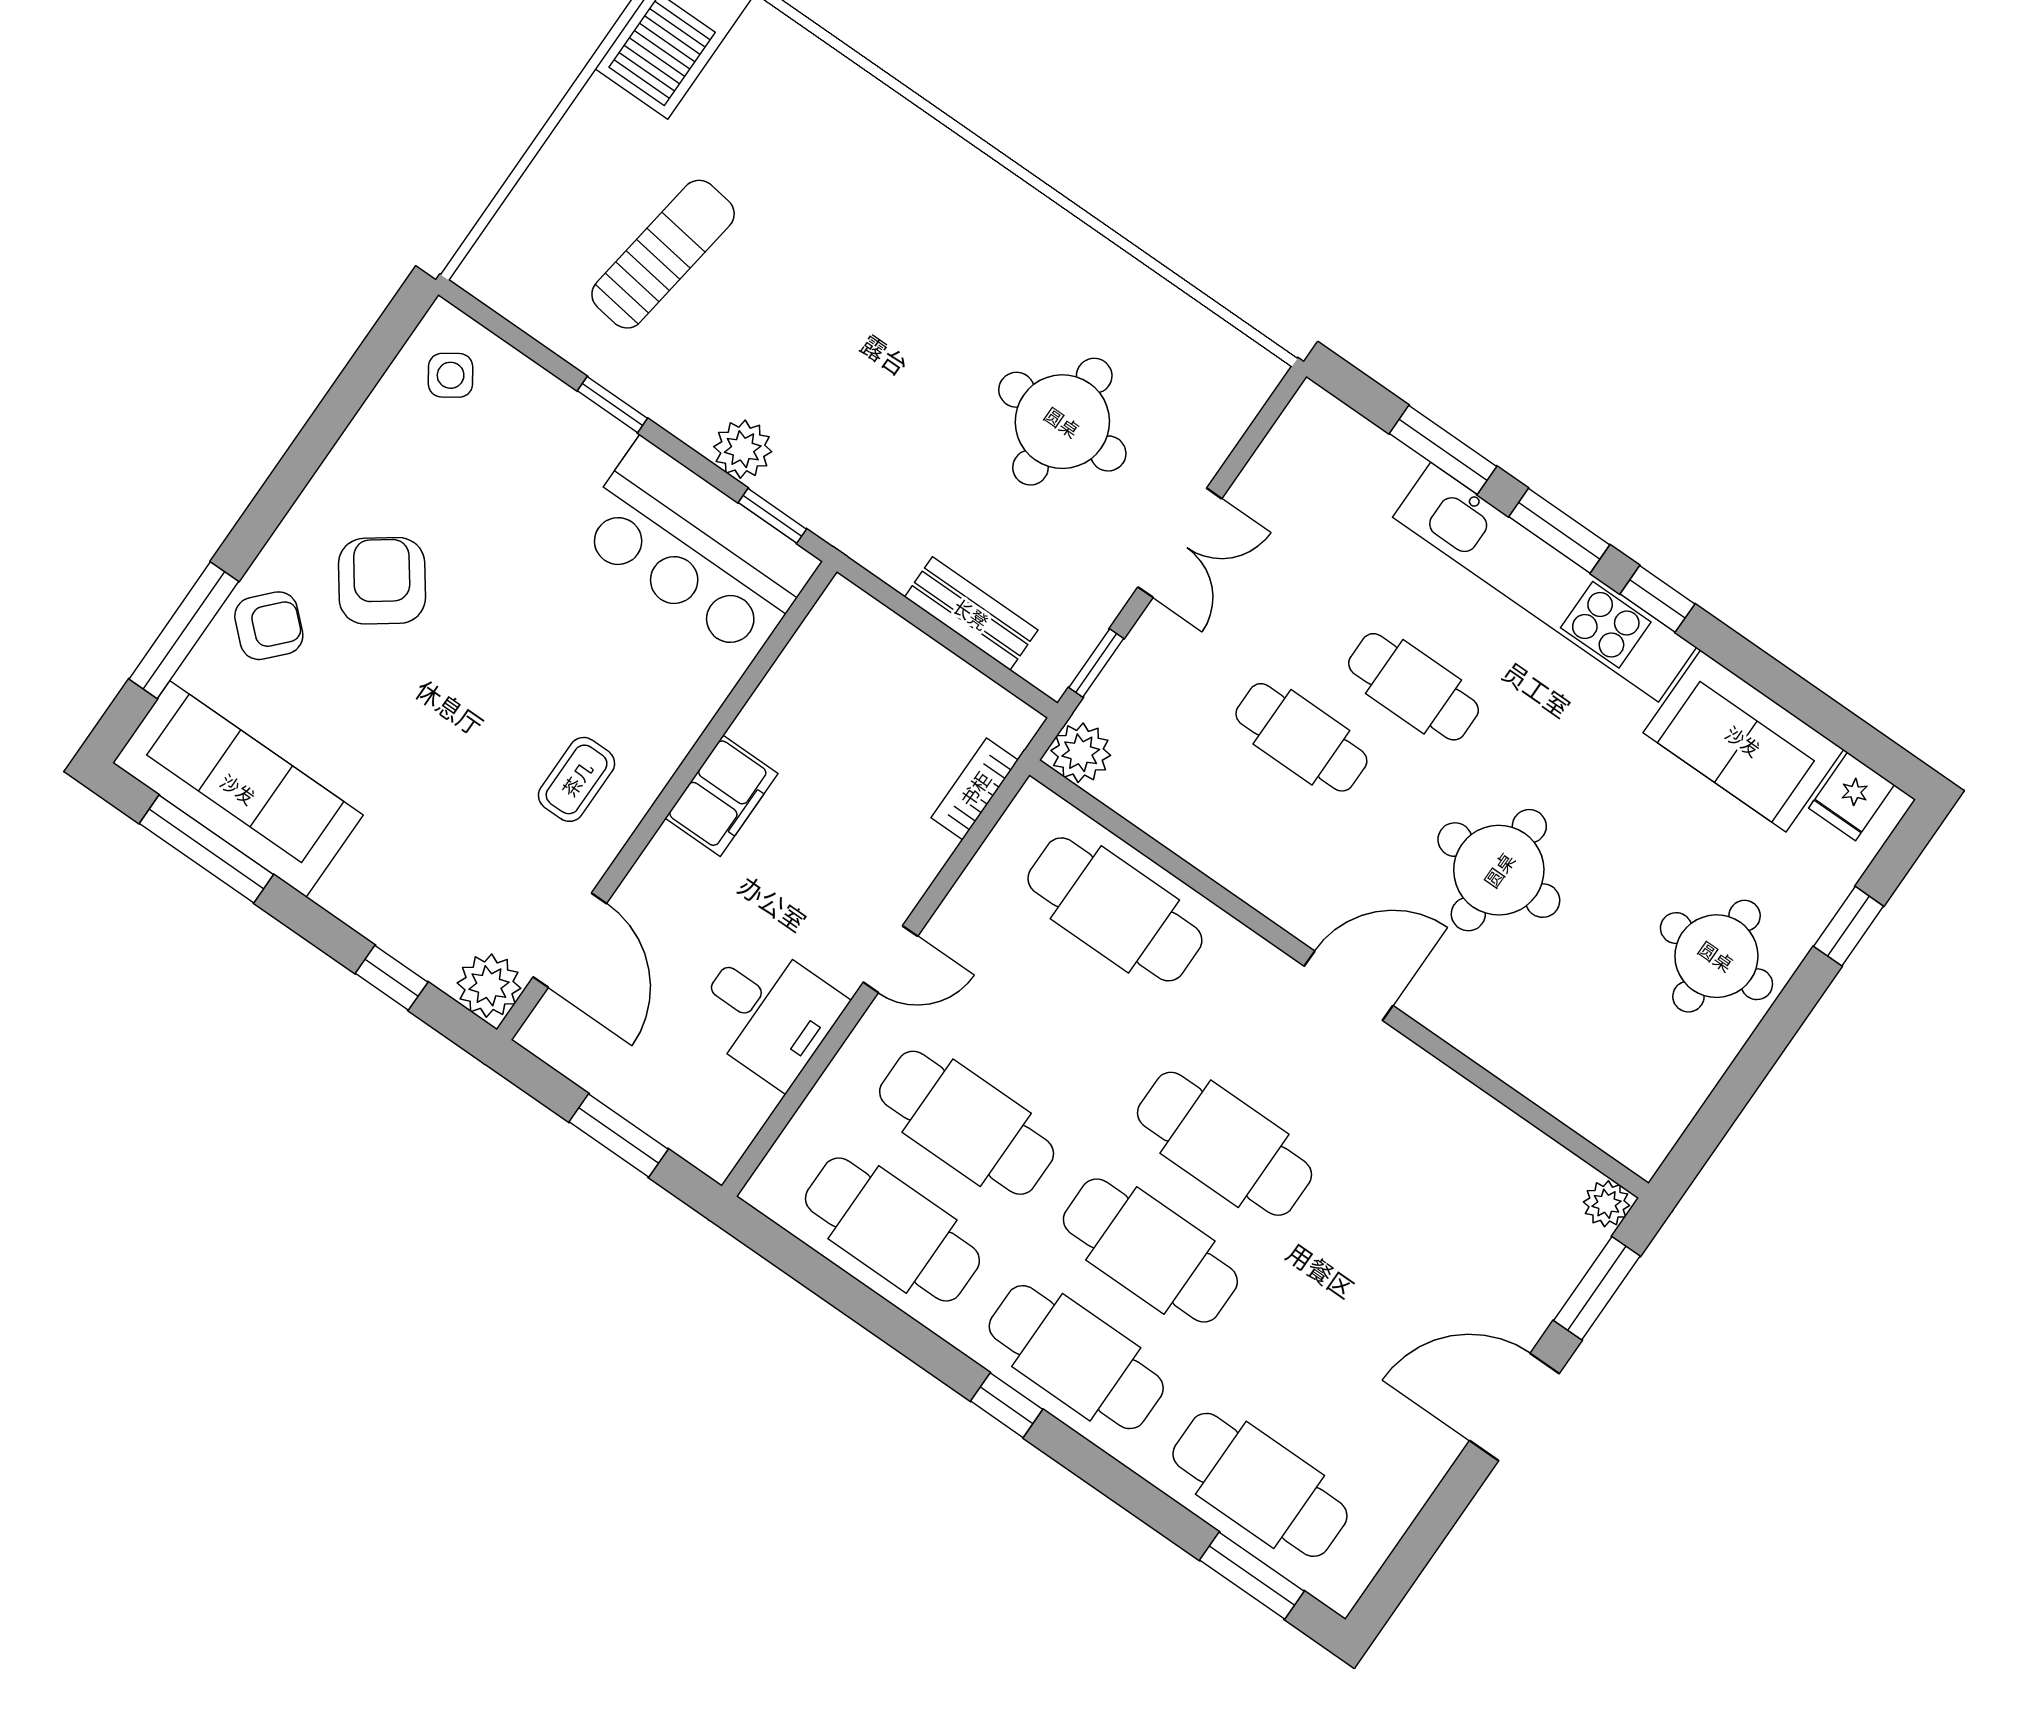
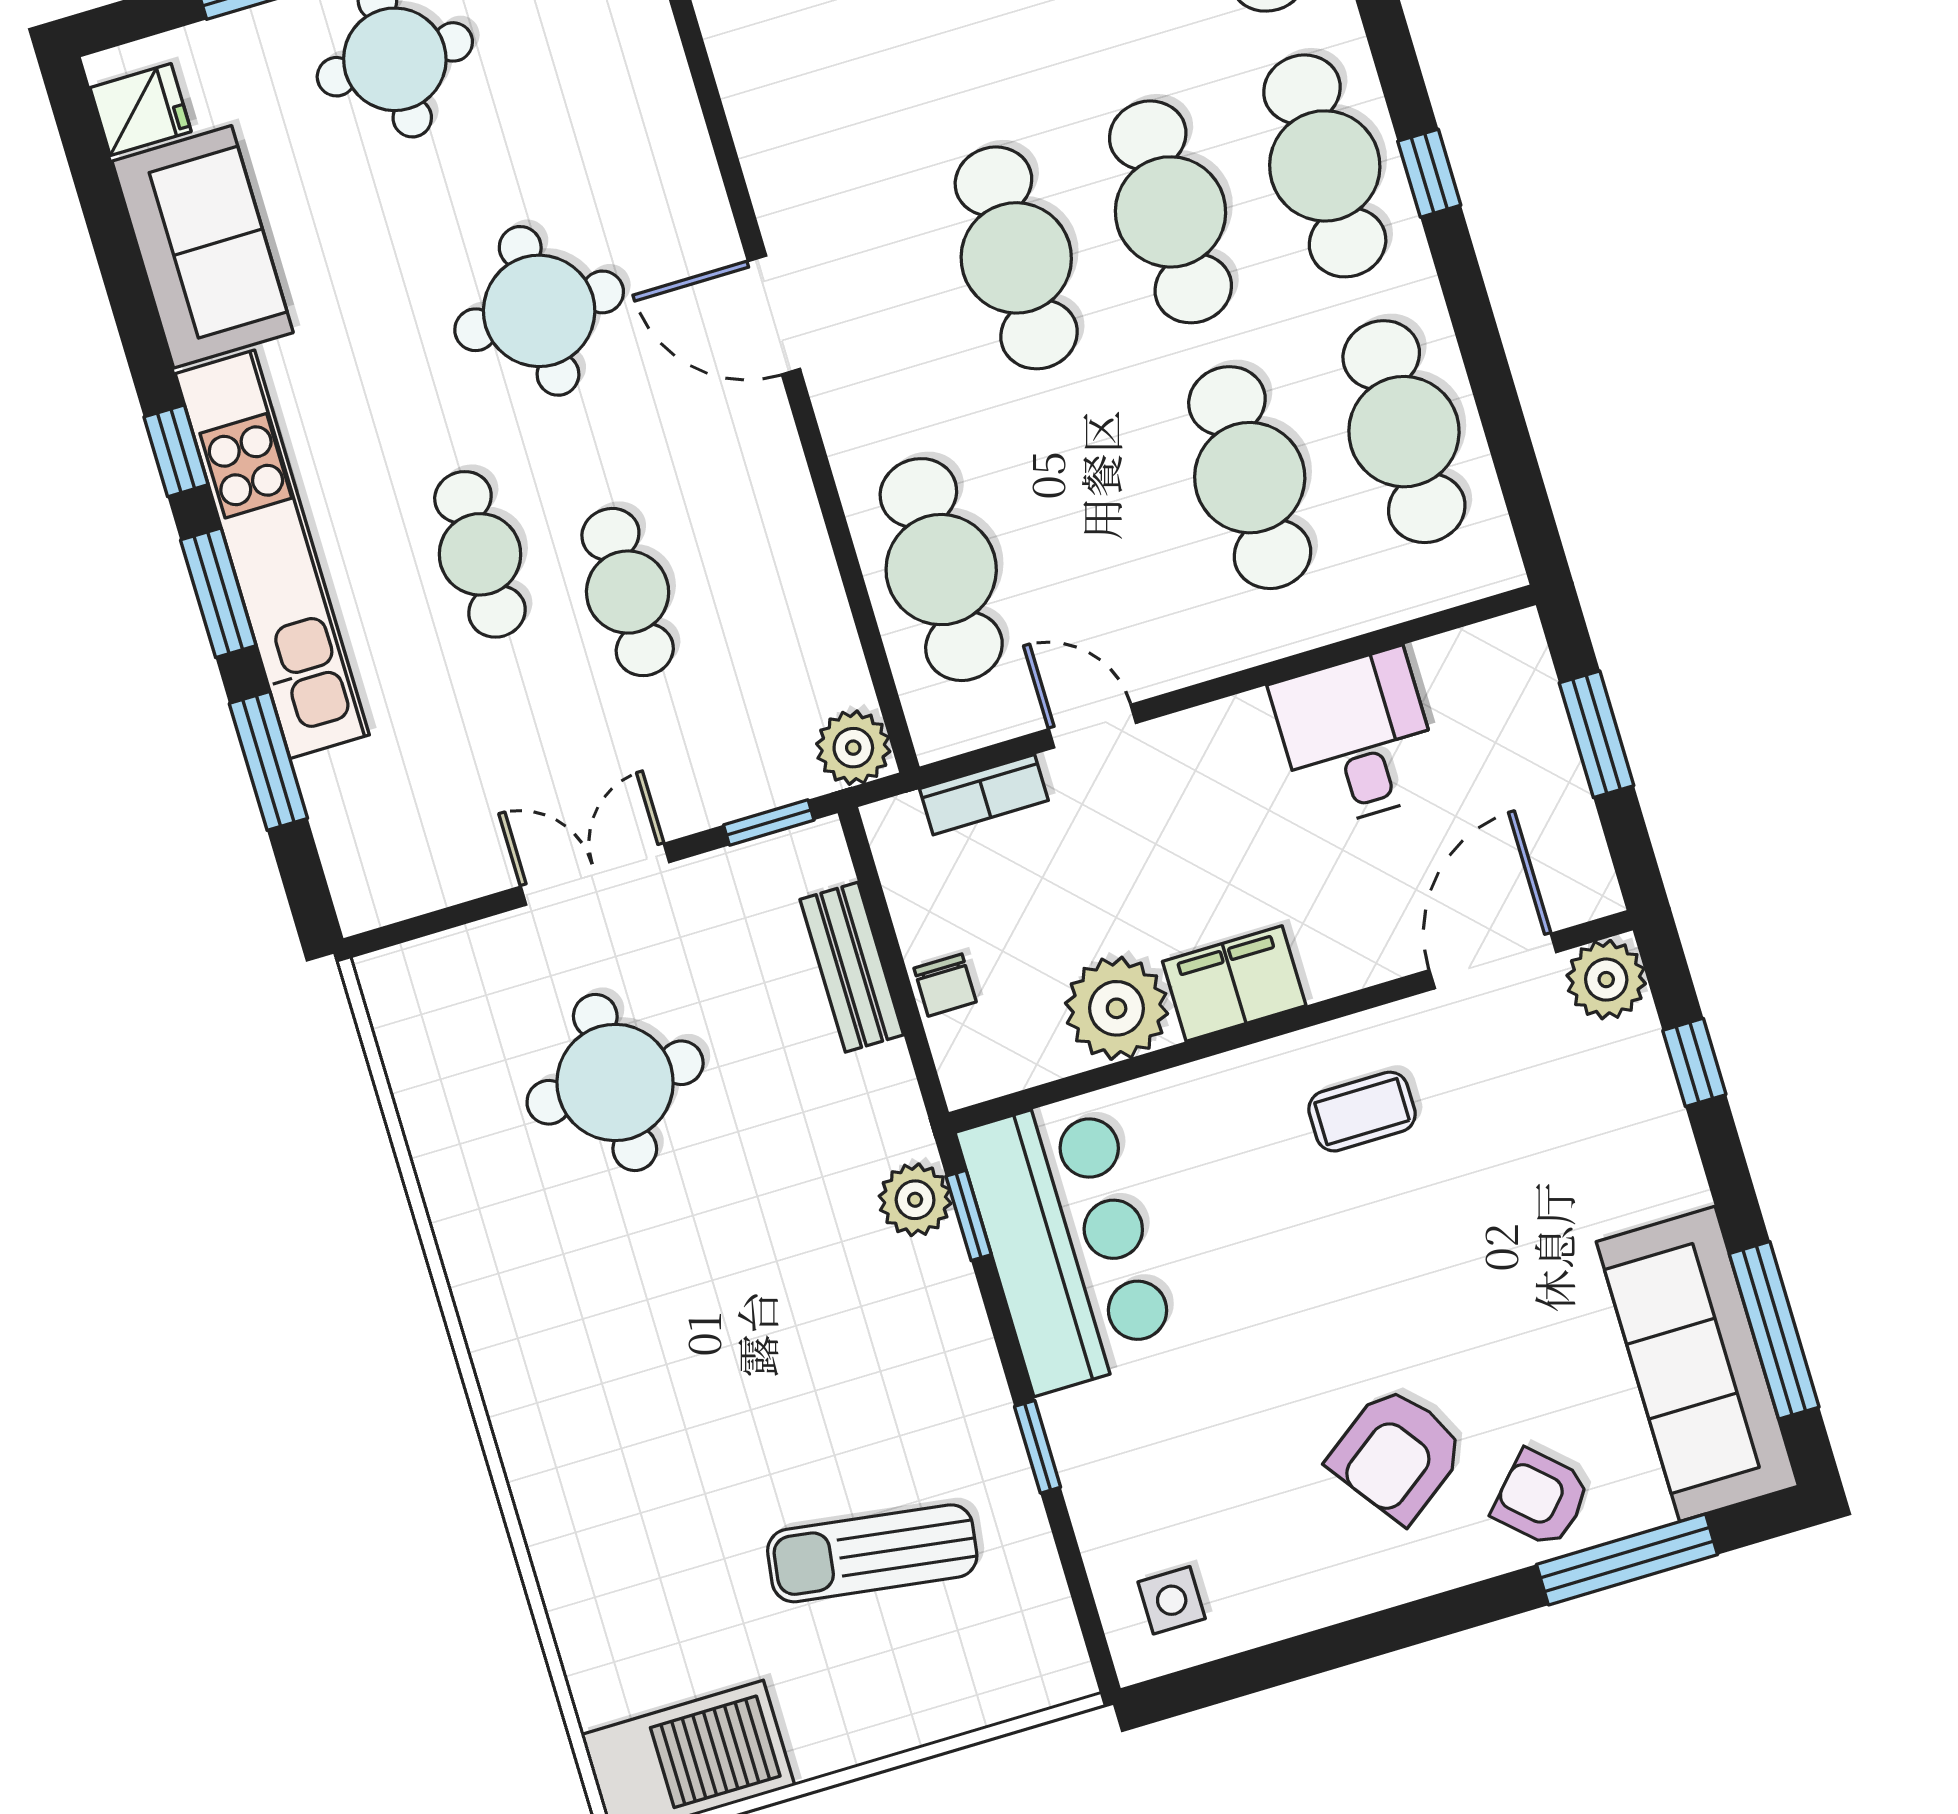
side table: (451, 375) -> (1172, 1600), turned 34
plant: (743, 449) -> (915, 1200), moved
chair: (903, 649) -> (945, 985), added
plant: (783, 721) -> (1117, 1008), added
door: (890, 959) -> (1092, 726), moved

